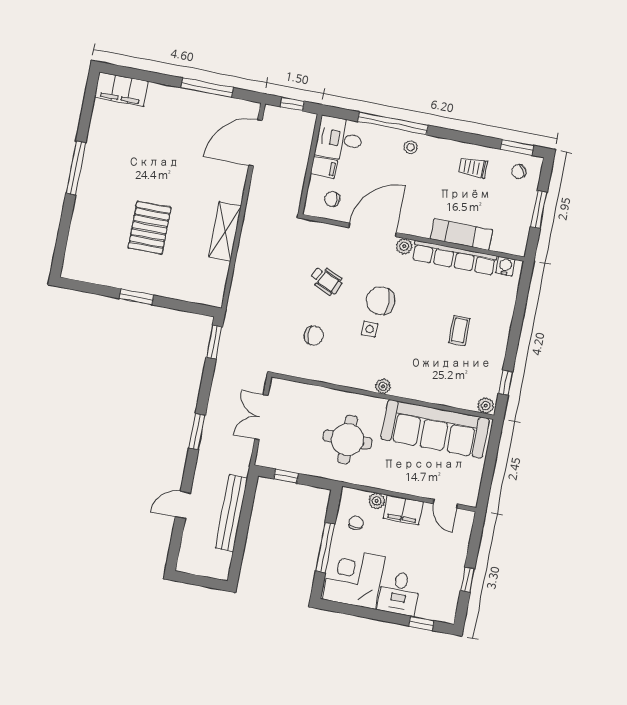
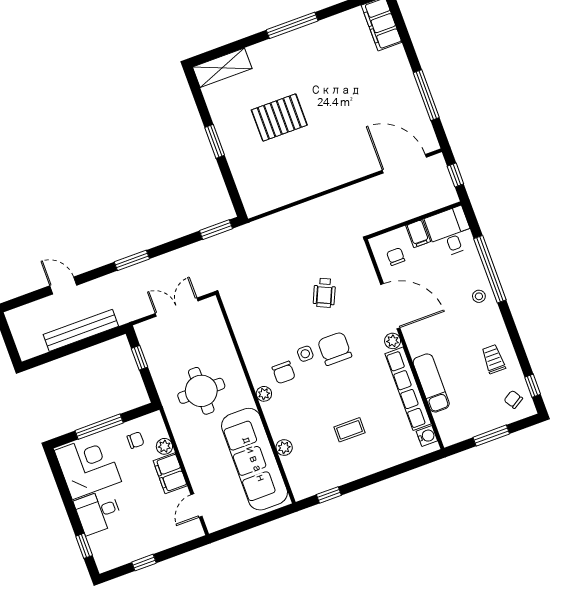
window: (517, 147) -> (533, 386), width x0.67
shelving: (225, 231) -> (222, 68), moved
chair: (314, 336) -> (284, 372), moved
plant: (486, 406) -> (284, 448), moved

